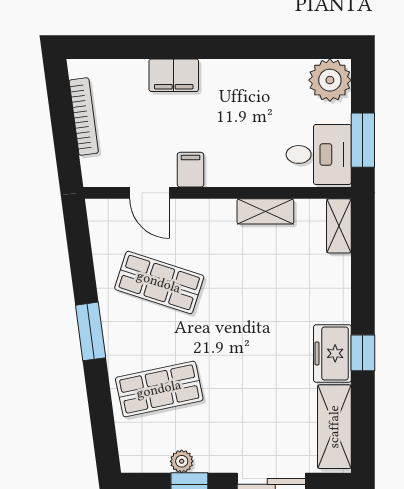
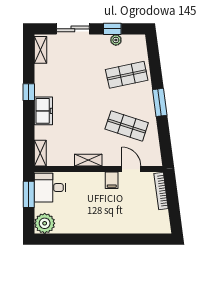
filing cabinet: (174, 75) -> (120, 226), removed
bookcase: (84, 117) -> (161, 191), moved
shelving: (265, 211) -> (88, 160), moved
freezer: (332, 353) -> (43, 111), moved
shelving: (334, 427) -> (40, 50), width x0.67, depth x0.75

